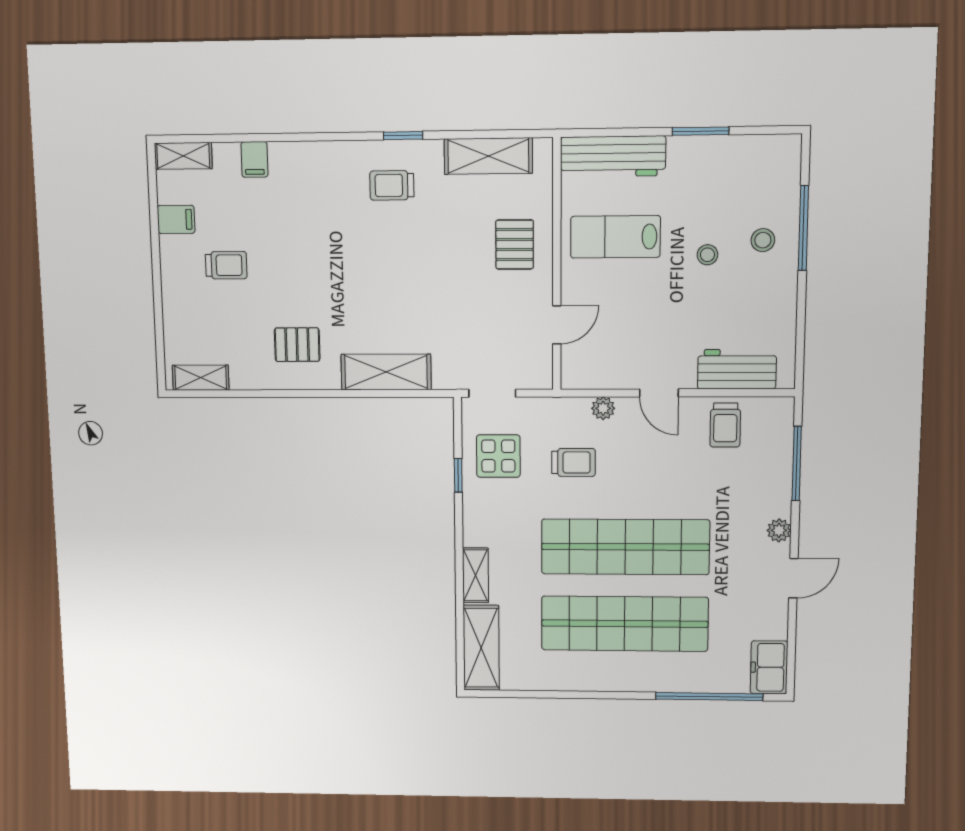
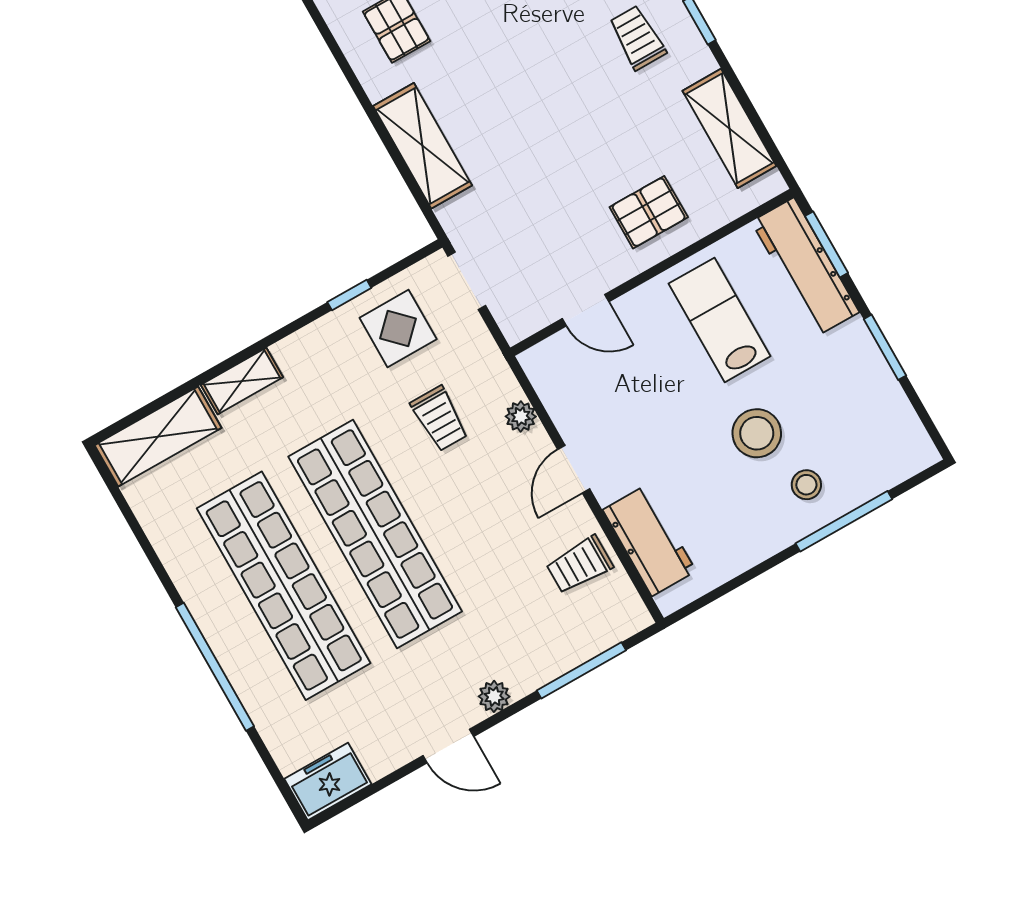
window: (606, 132) -> (827, 244), added
stool: (707, 255) -> (757, 433), width x1.89, depth x1.89
window: (709, 696) -> (215, 667), moved

